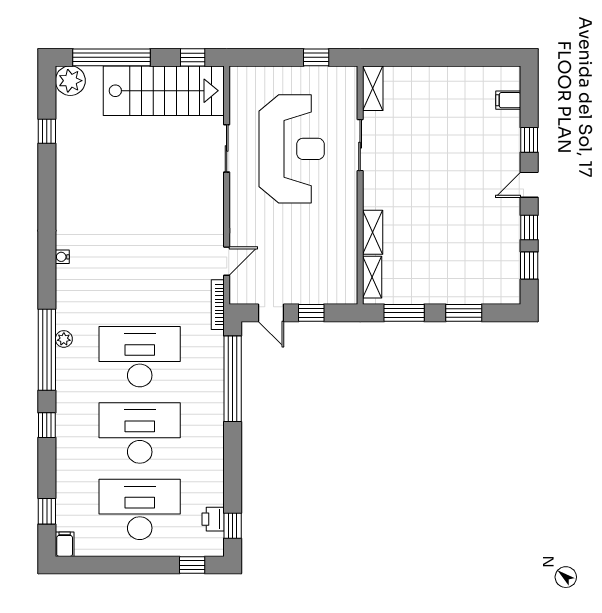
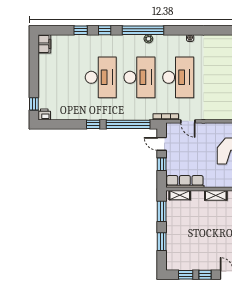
shelving: (373, 232) -> (216, 195), moved
row of seats: (345, 267) -> (185, 182), added
door: (271, 313) -> (162, 144), hinge flipped
desk: (140, 509) -> (178, 77), moved
window: (47, 511) -> (81, 30), moved
printer: (213, 519) -> (44, 114), moved
window: (233, 526) -> (93, 124), moved
filing cabinet: (65, 544) -> (44, 44), width x2.00

